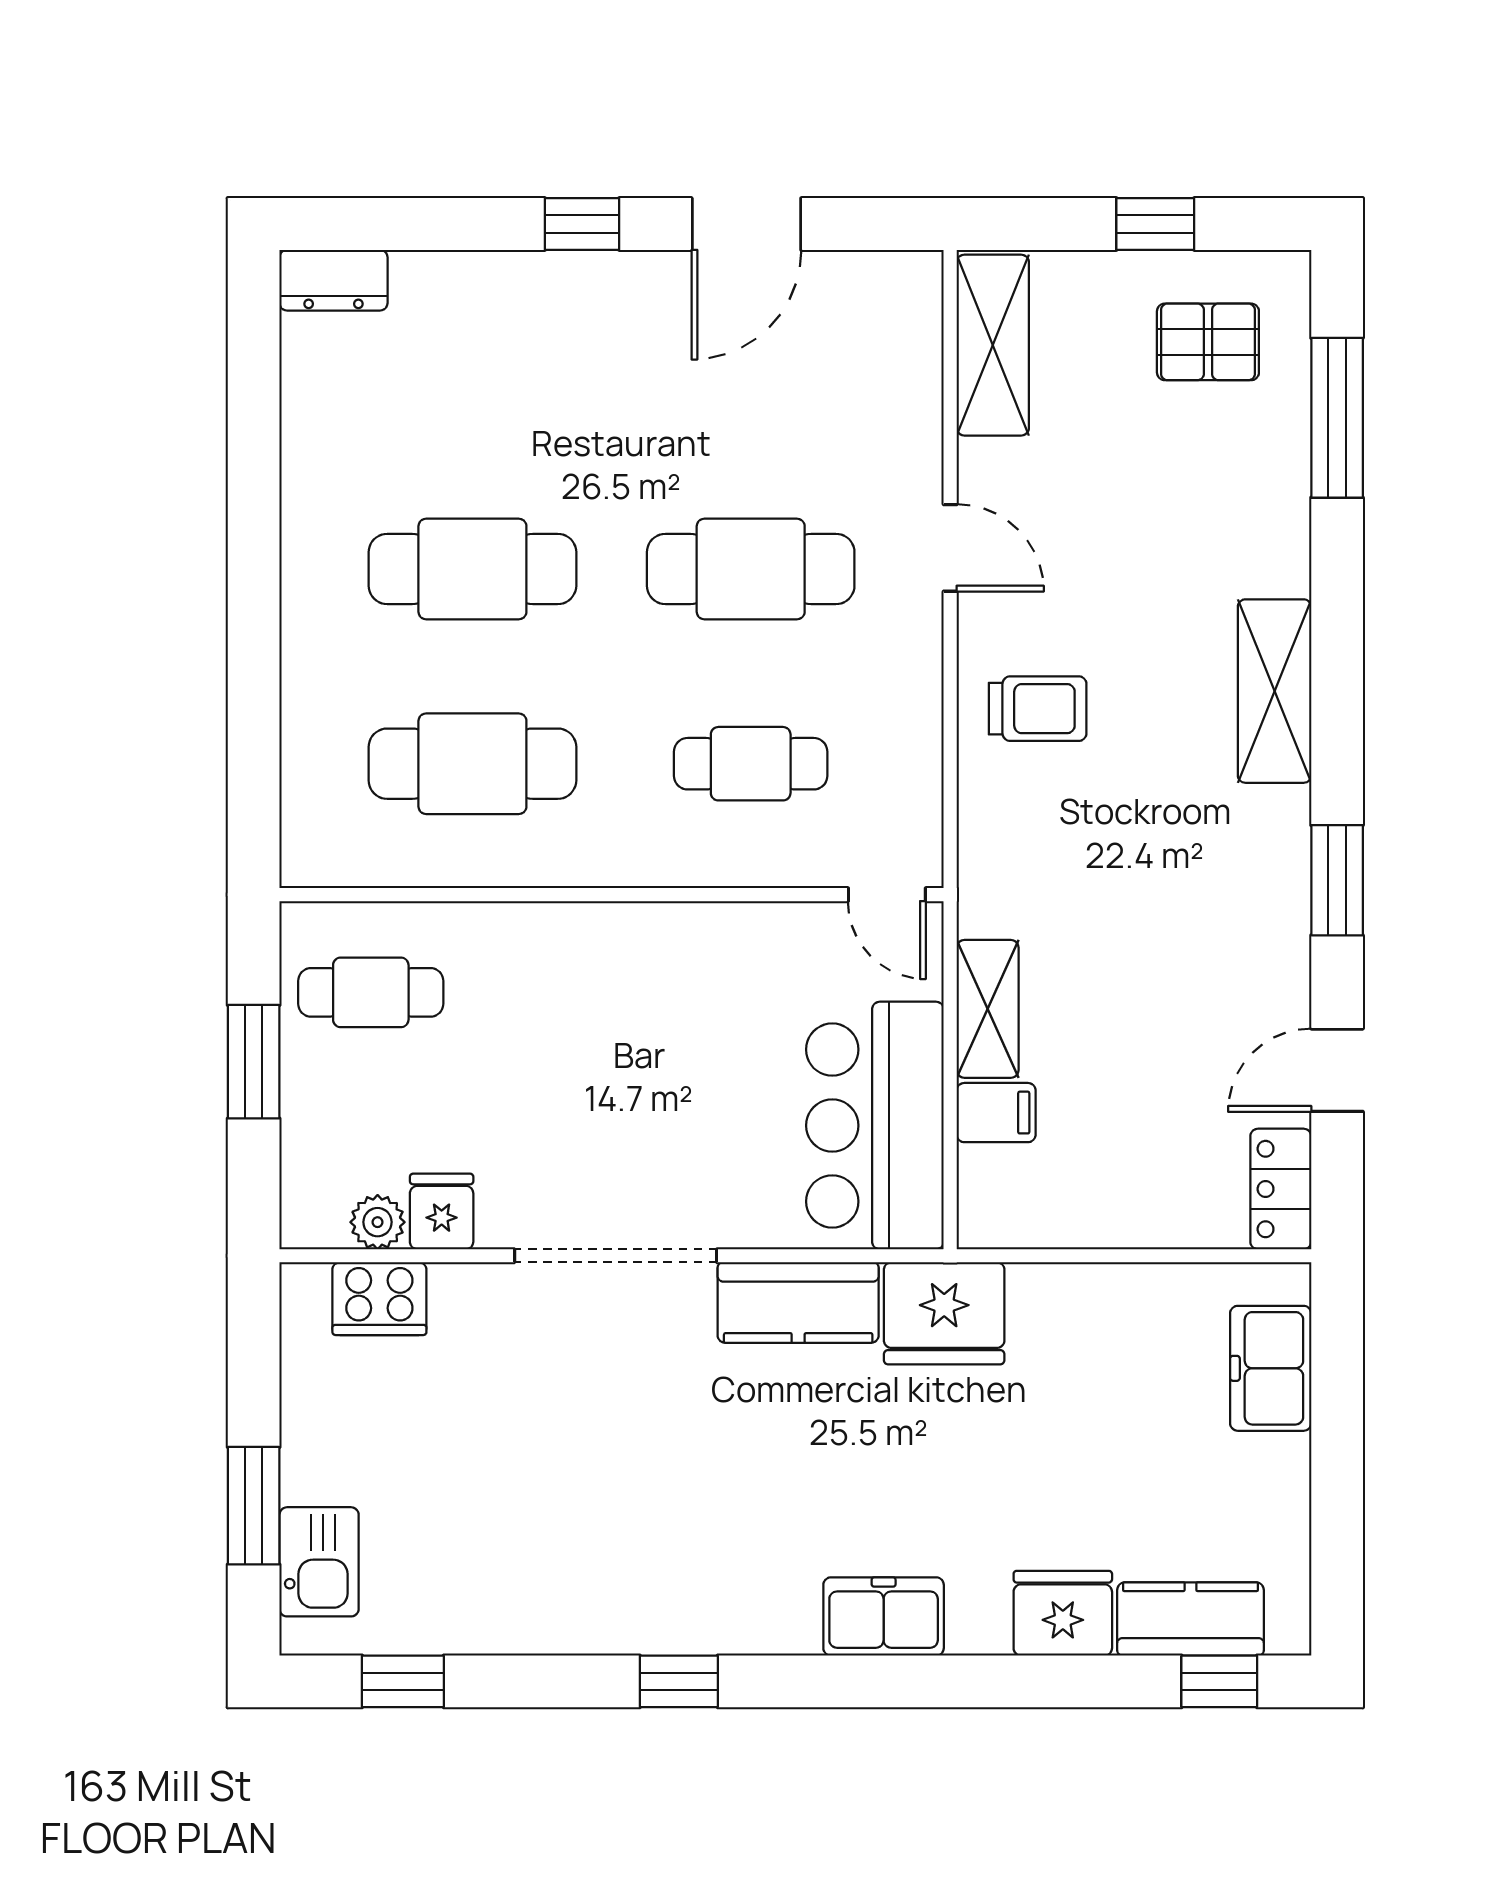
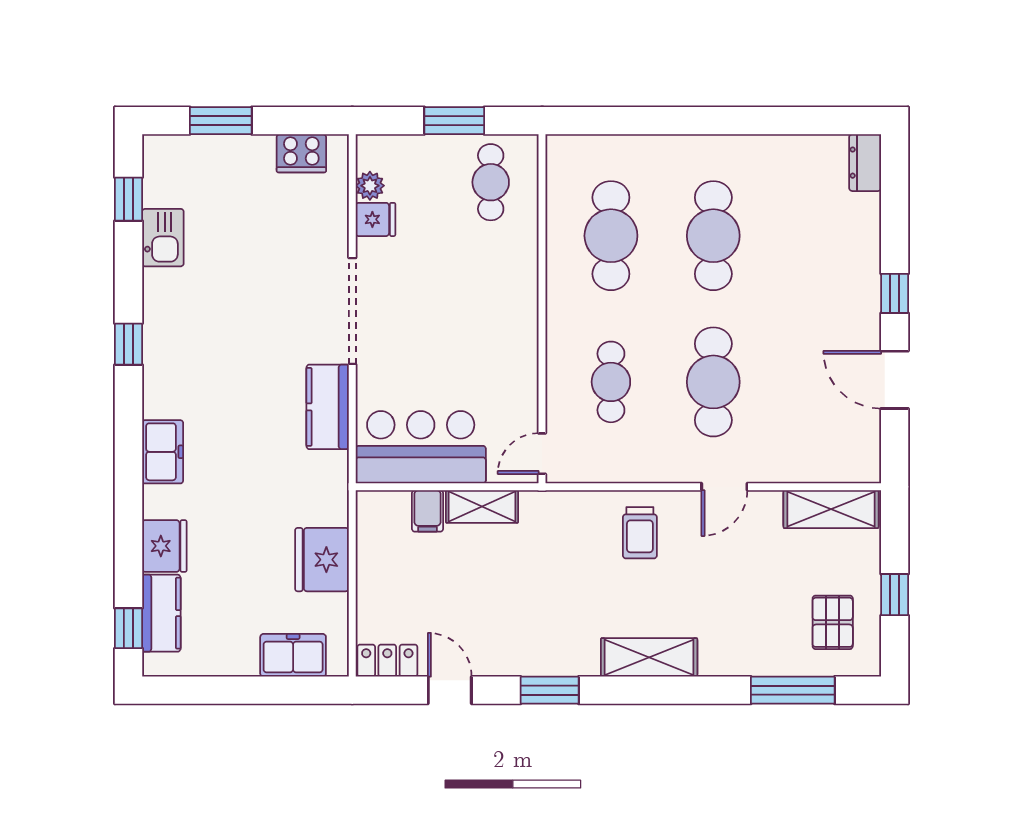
cooker: (379, 1299) -> (301, 153), moved, turned -90
fridge: (944, 1313) -> (322, 560), moved
kitchen sink: (319, 1562) -> (163, 238), moved, turned -90

